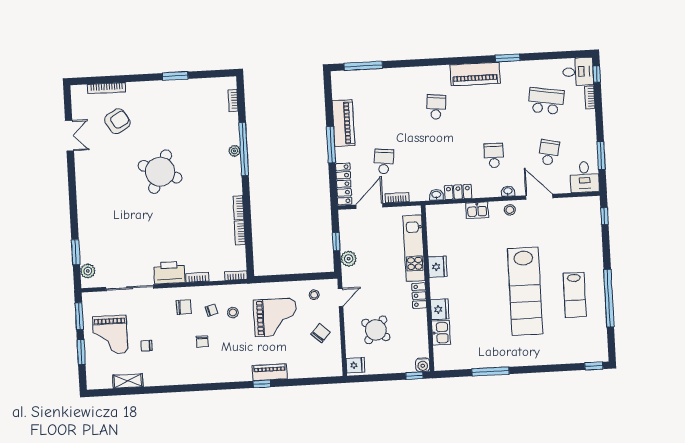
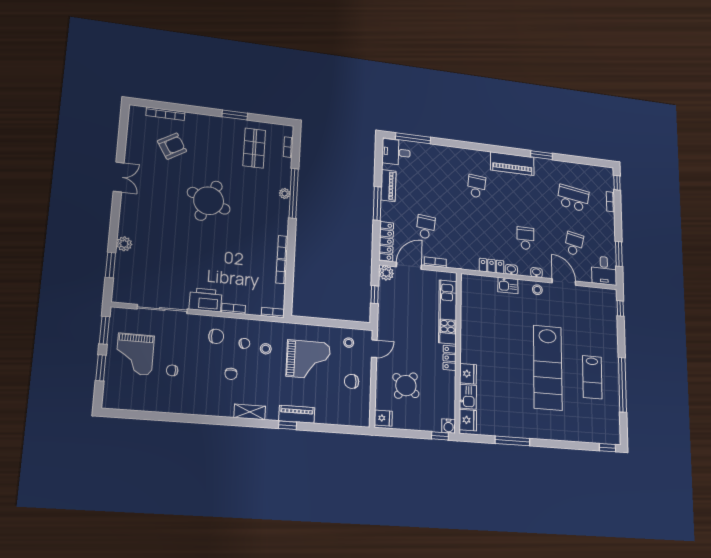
desk: (578, 72) -> (396, 152), moved, turned 180
shop shelf: (199, 108) -> (254, 148), added
piano: (343, 123) -> (388, 186), width x0.73, depth x0.75
double door: (69, 136) -> (119, 177), moved
washbasin: (436, 195) -> (511, 270), moved
plant: (349, 259) -> (386, 273), moved
fridge: (438, 267) -> (468, 420), moved
plant: (88, 271) -> (124, 244), moved
chair: (321, 333) -> (352, 381), turned -136
shelving: (128, 381) -> (250, 412), moved

